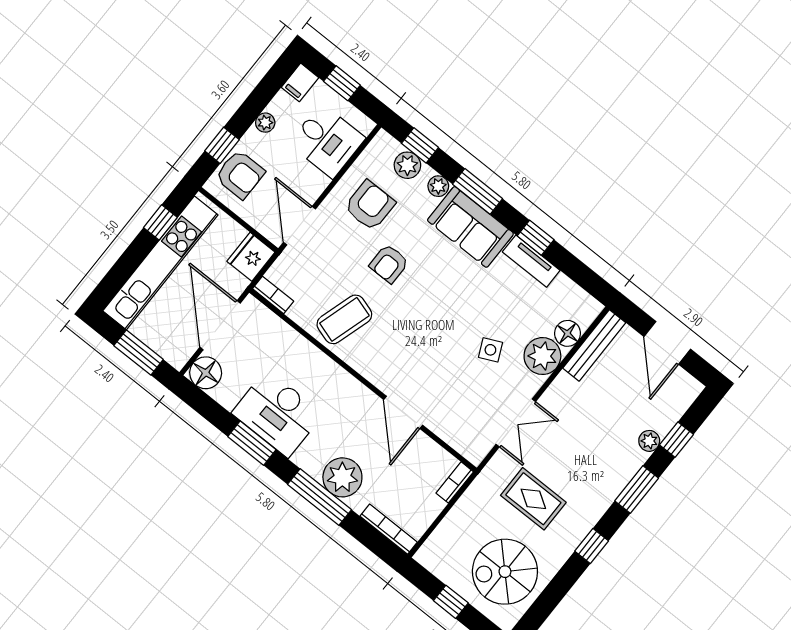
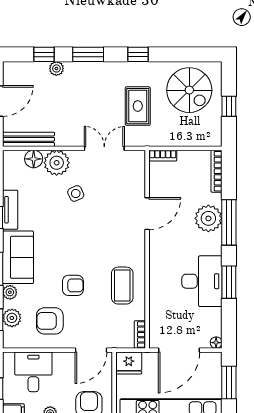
coffee table: (344, 319) -> (122, 286), turned 73
floor lamp: (206, 373) -> (216, 343), width x0.53, depth x0.53

